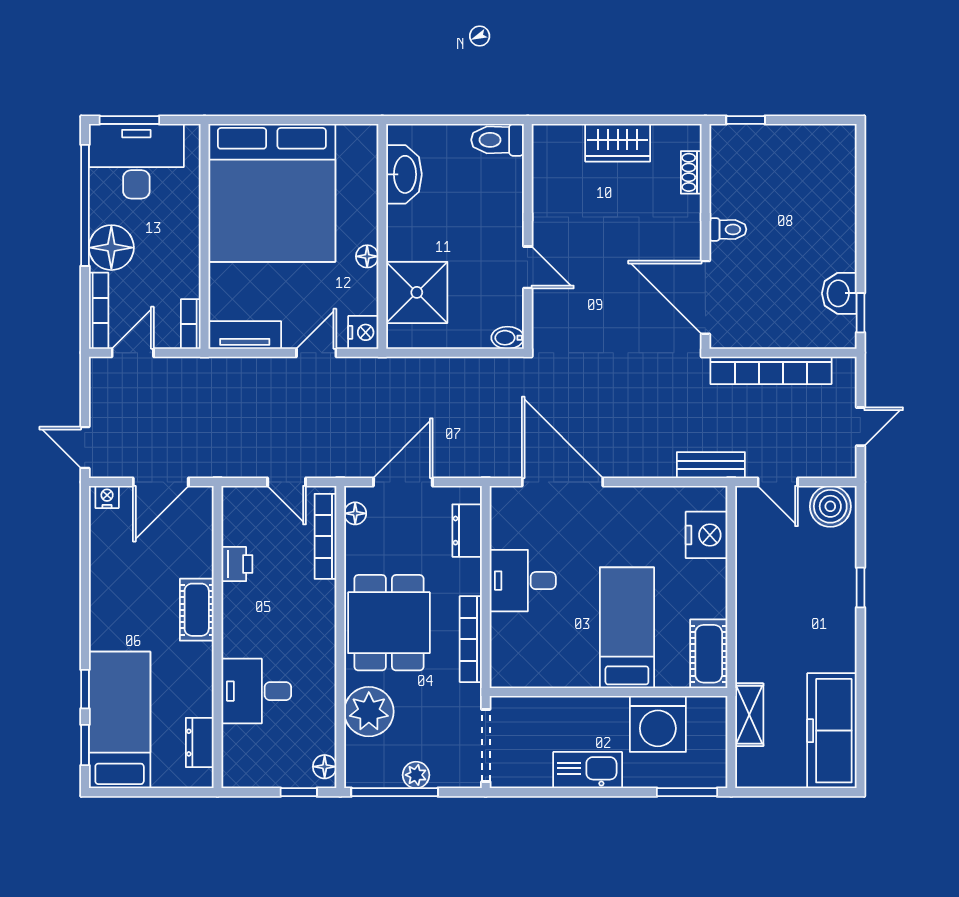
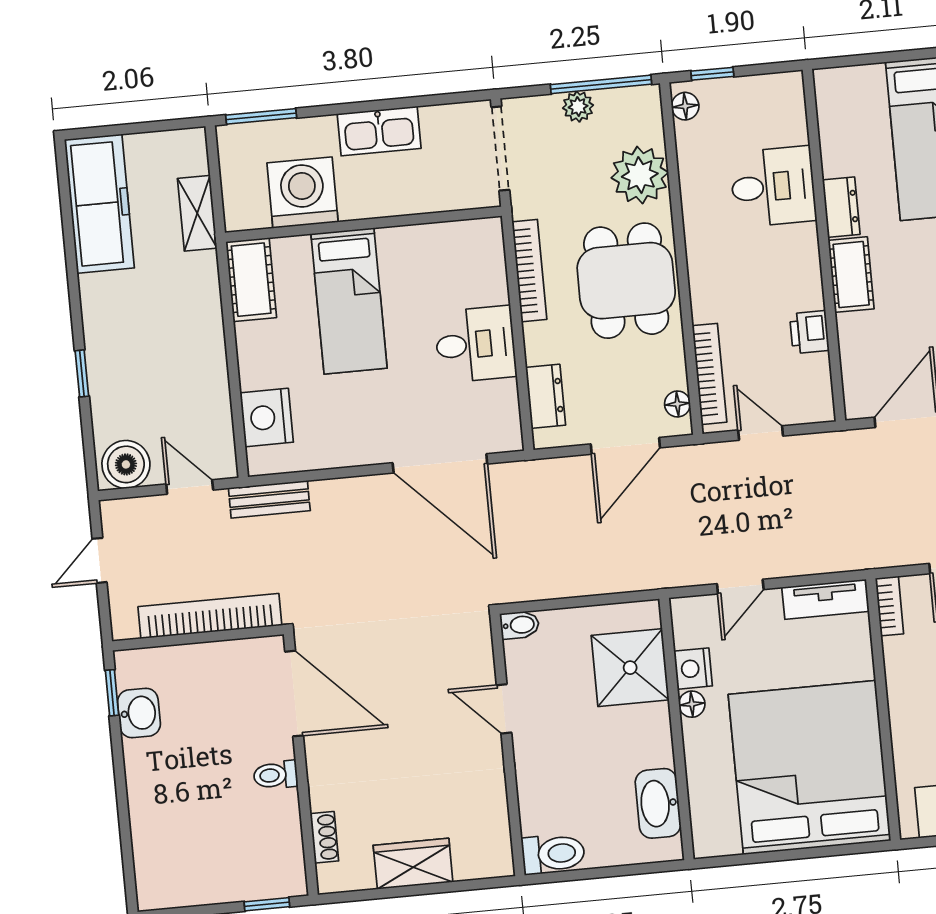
nightstand: (363, 332) -> (693, 669), moved
dresser: (200, 743) -> (841, 207), moved

